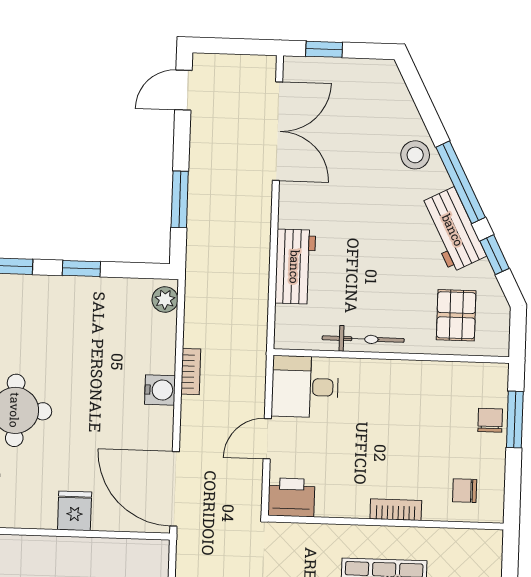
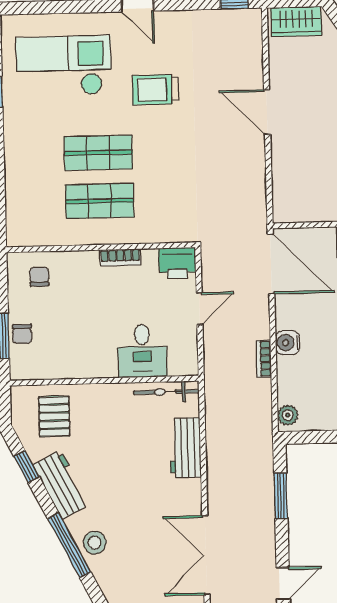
window: (461, 182) -> (69, 545), moved
bicycle: (363, 339) -> (166, 392), moved
desk: (305, 387) -> (142, 351), moved, turned 90
chair: (465, 491) -> (39, 277), turned -90
bookcase: (396, 510) -> (120, 257), moved

